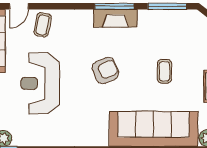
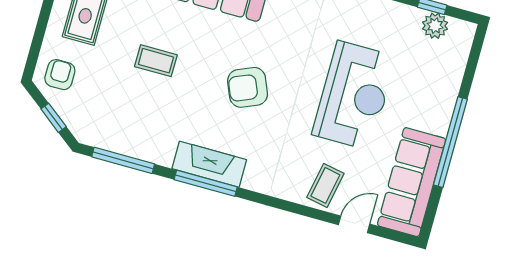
coffee table: (164, 71) -> (156, 61), turned 90

